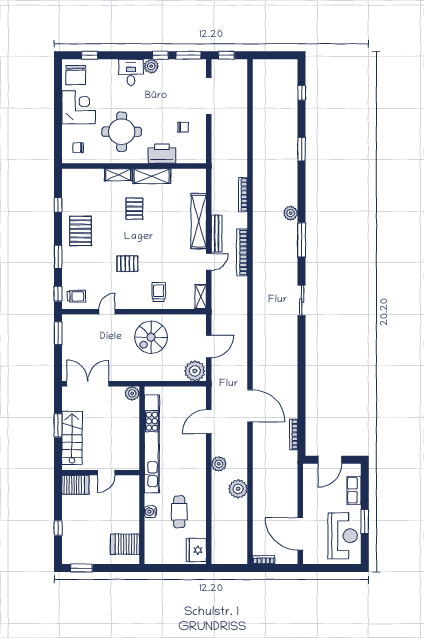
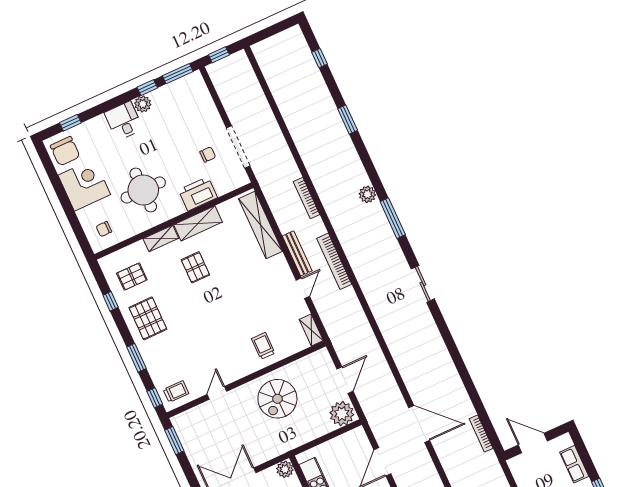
doorway: (209, 96) -> (238, 147), moved
shelving: (199, 221) -> (261, 225), moved
pallet: (127, 264) -> (132, 277), moved
door: (330, 460) -> (533, 443), swing flipped

